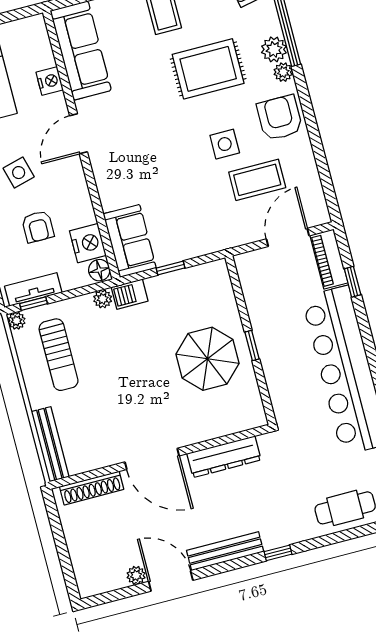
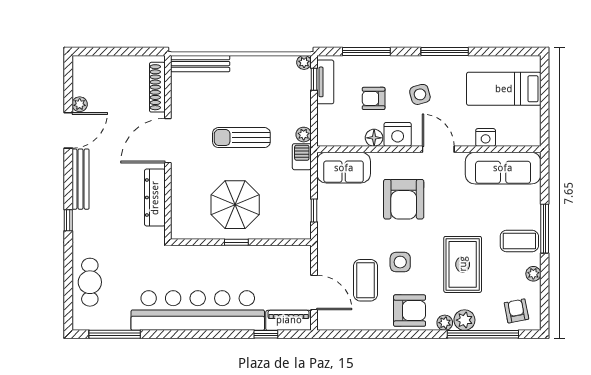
armchair: (149, 159) -> (404, 199), added
nightstand: (88, 243) -> (398, 134), moved
window: (171, 268) -> (314, 210), moved
floor lamp: (99, 270) -> (374, 138), moved
sun lounger: (59, 355) -> (241, 138), moved

